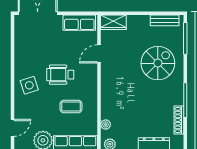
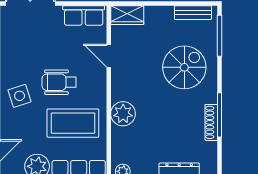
door: (99, 54) -> (109, 56), hinge flipped
coffee table: (71, 107) -> (73, 123), width x1.86, depth x1.72
shoe rack: (179, 120) -> (211, 122), moved
plant: (106, 125) -> (123, 114), moved, width x1.87, depth x1.87

